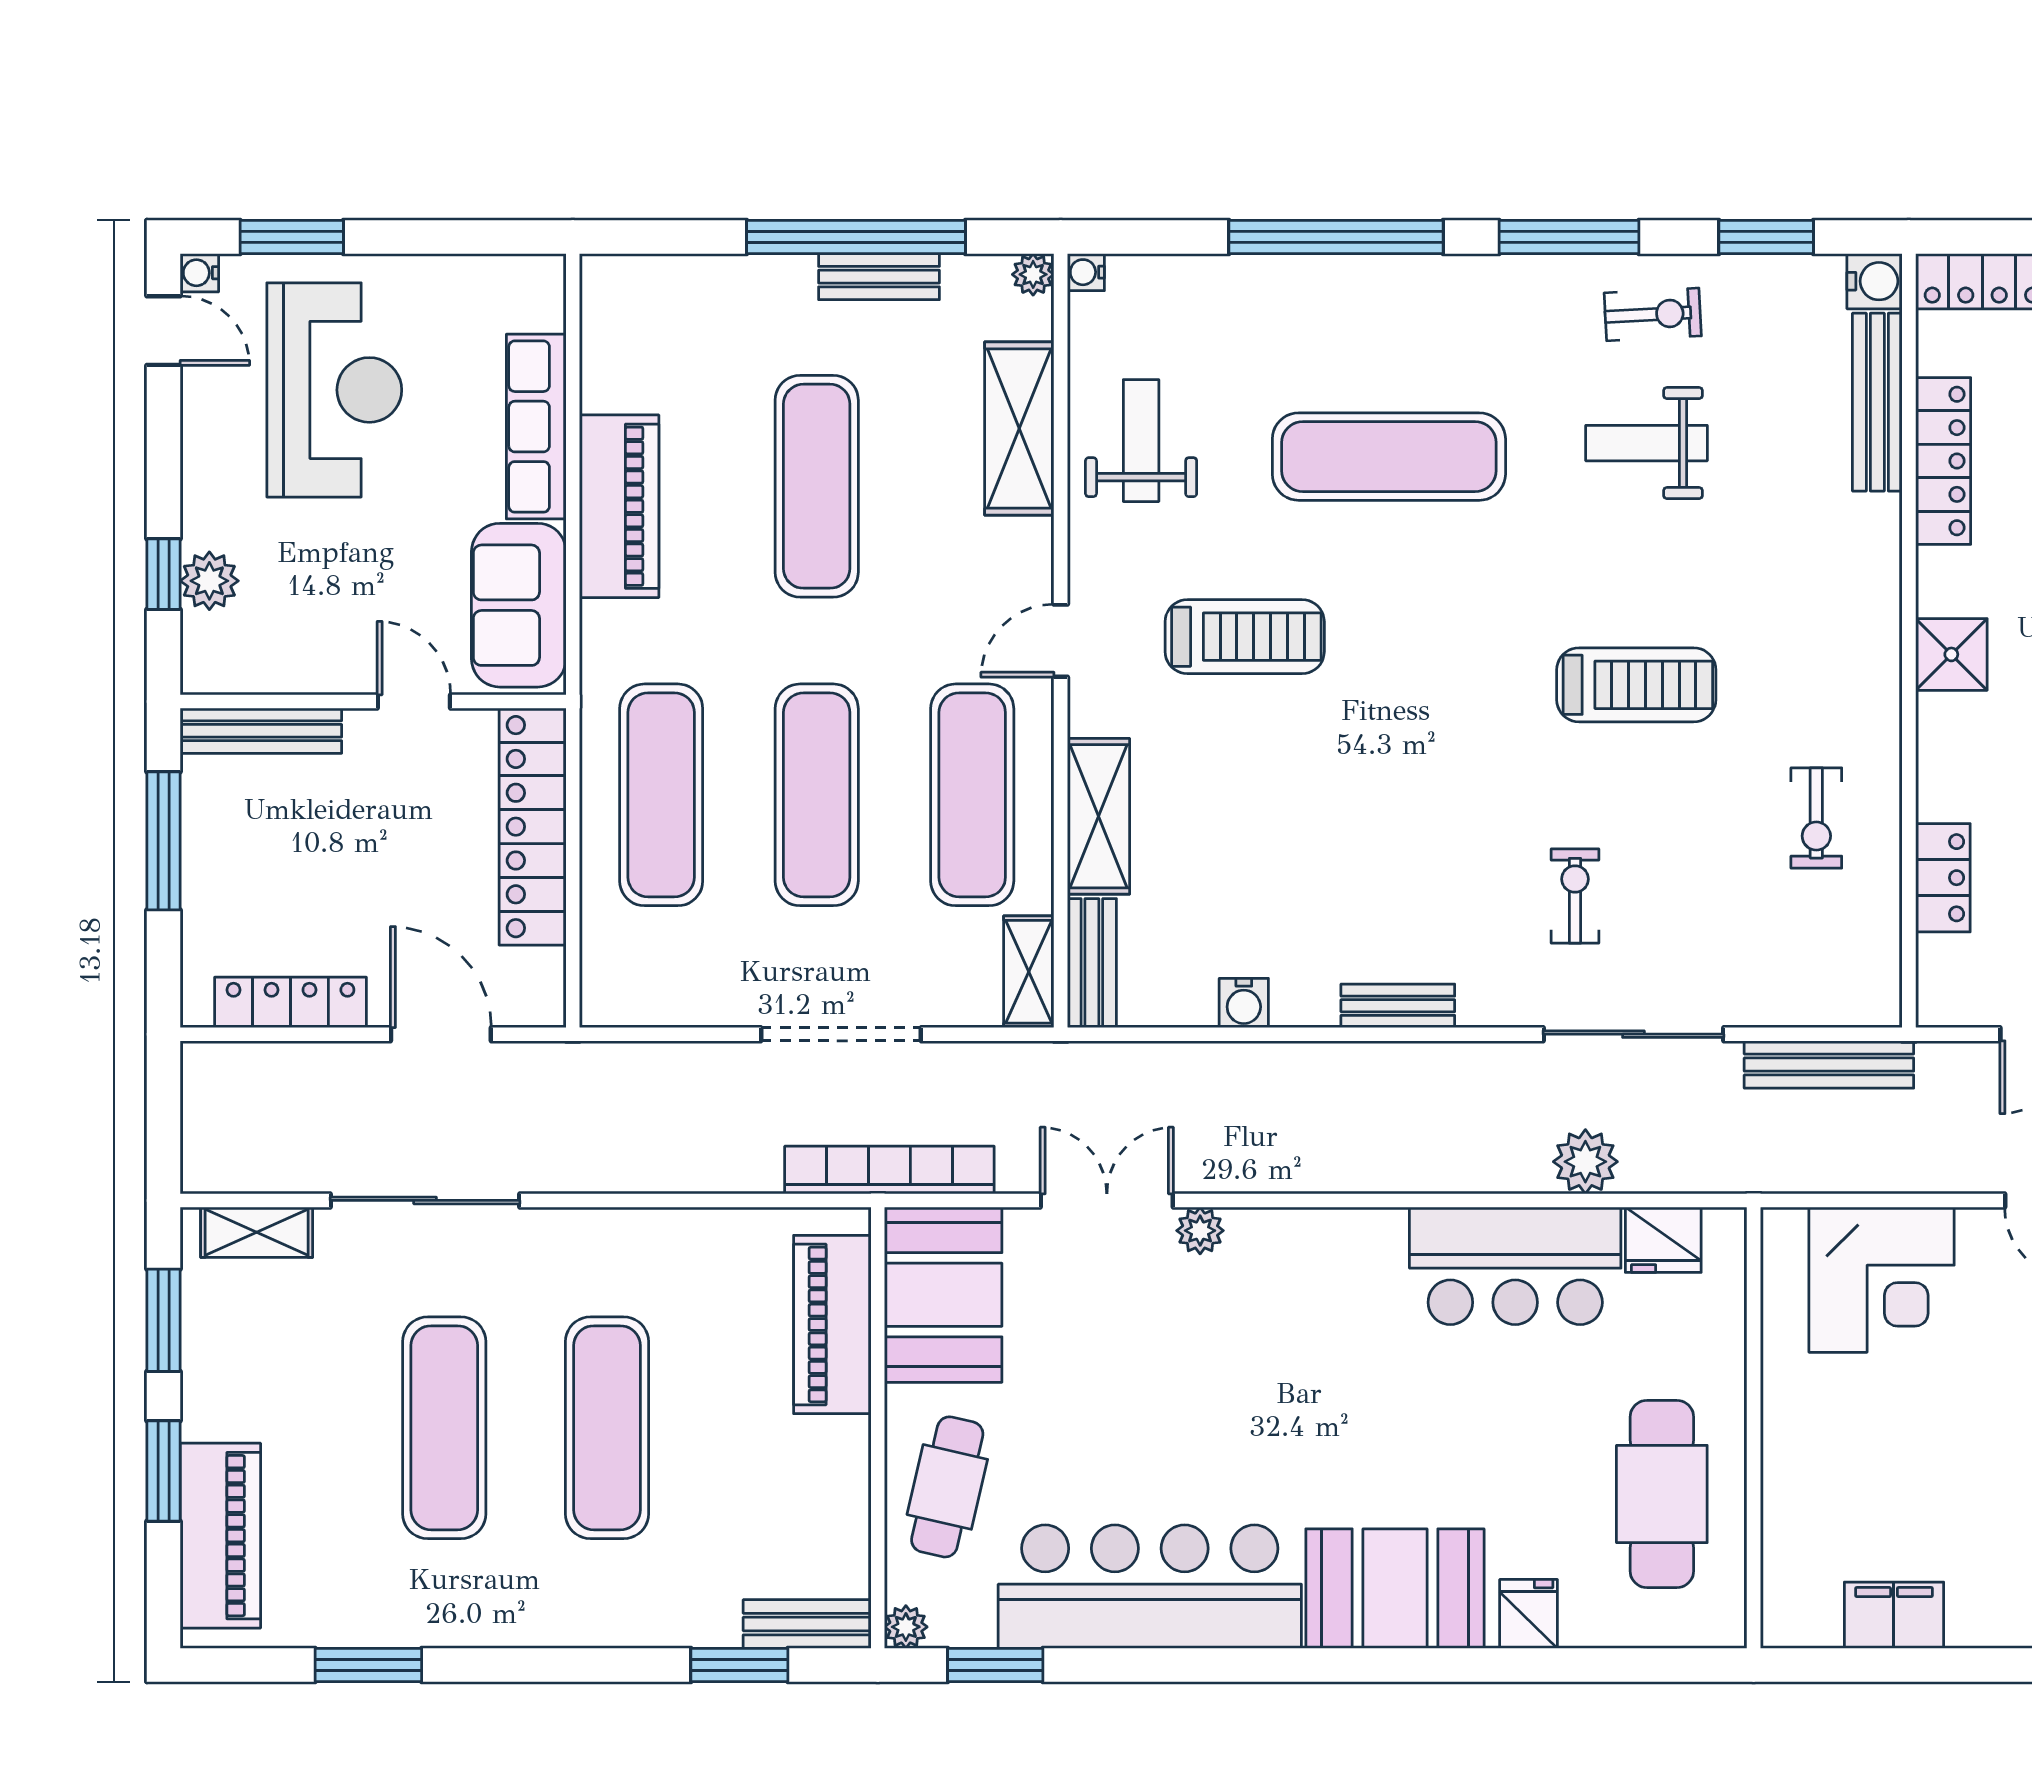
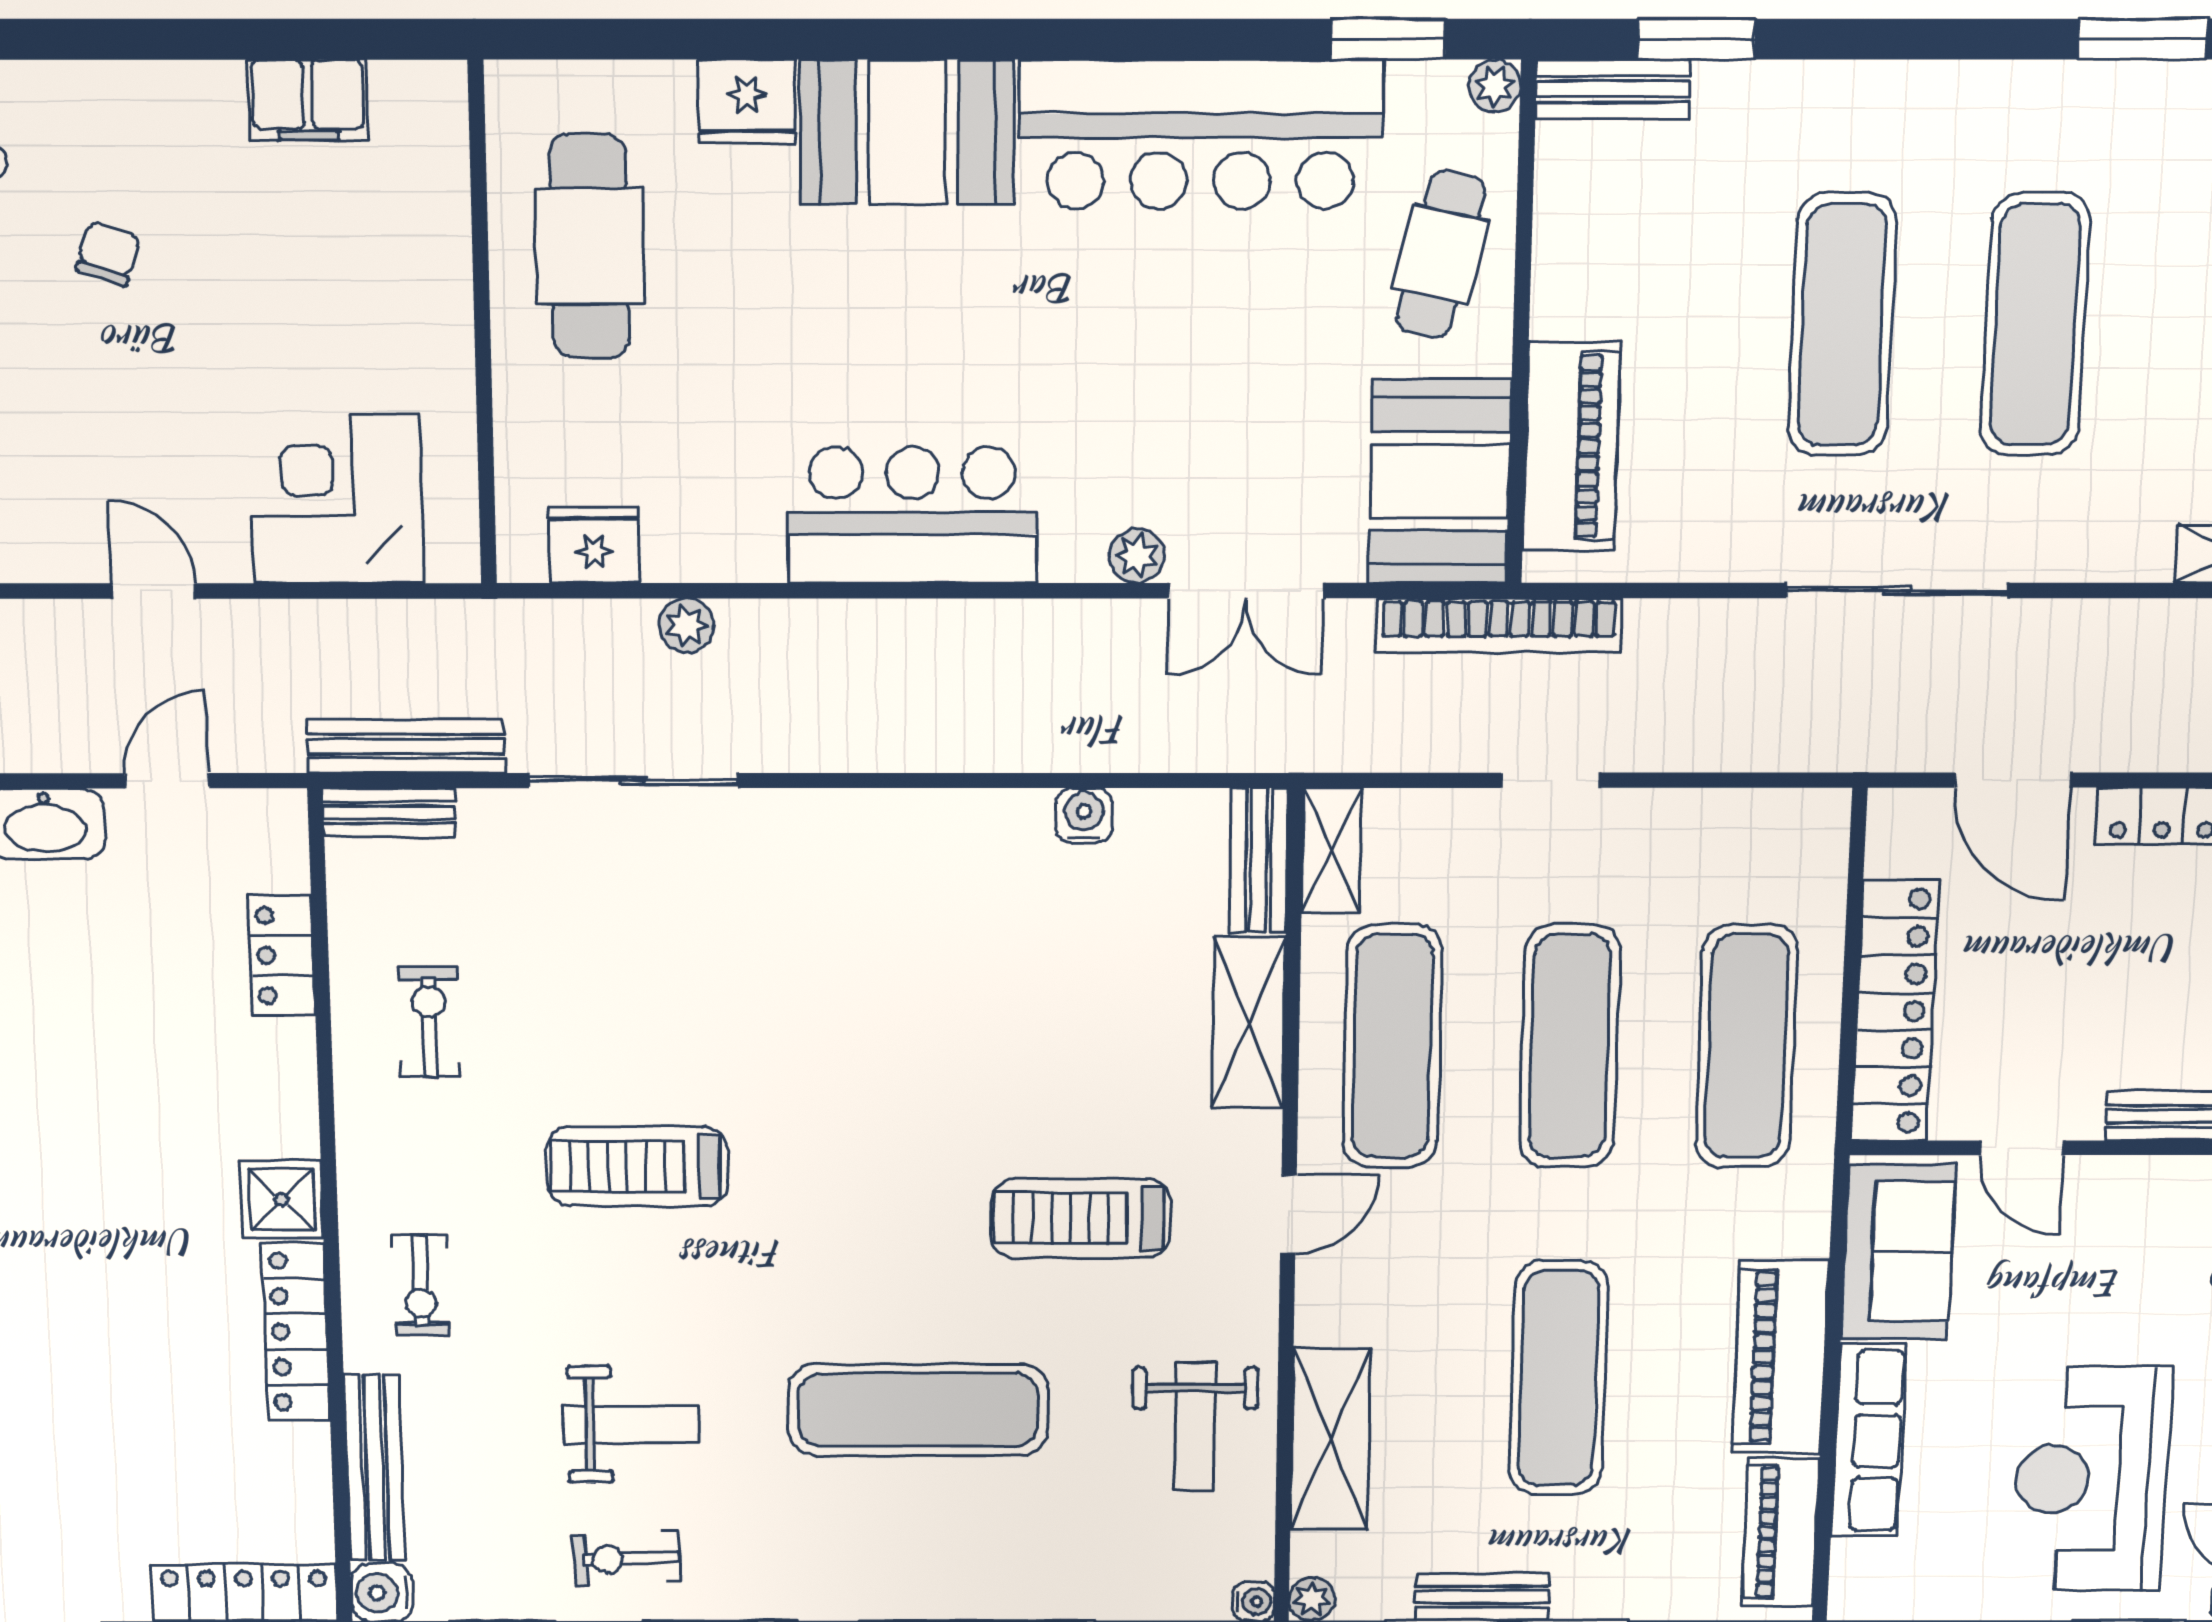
piano: (611, 339) -> (1781, 1532), added
locker: (1943, 461) -> (296, 1332), moved
exercise bike: (1575, 896) -> (421, 1285), moved
bench: (1398, 1006) -> (389, 813), moved
doorway: (841, 1034) -> (1550, 780), width x0.53
plant: (1585, 1162) -> (687, 625), width x0.73, depth x0.73
sliding door: (425, 1200) -> (1897, 590), moved
bar counter: (1515, 1266) -> (912, 515), moved
fridge: (1529, 1614) -> (747, 101), width x1.38

